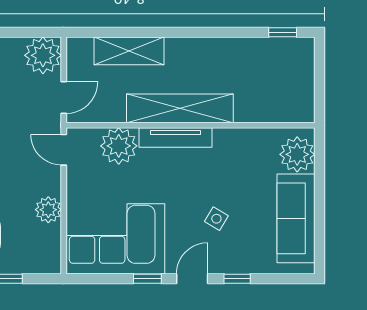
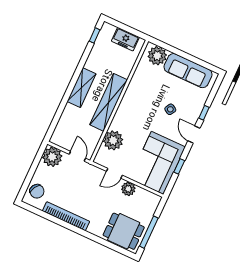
shelving: (129, 51) -> (81, 88), moved
freezer: (300, 87) -> (125, 39), added
tv unit: (175, 137) -> (122, 111), removed
door: (64, 150) -> (114, 173), moved
window: (147, 279) -> (179, 166), moved

